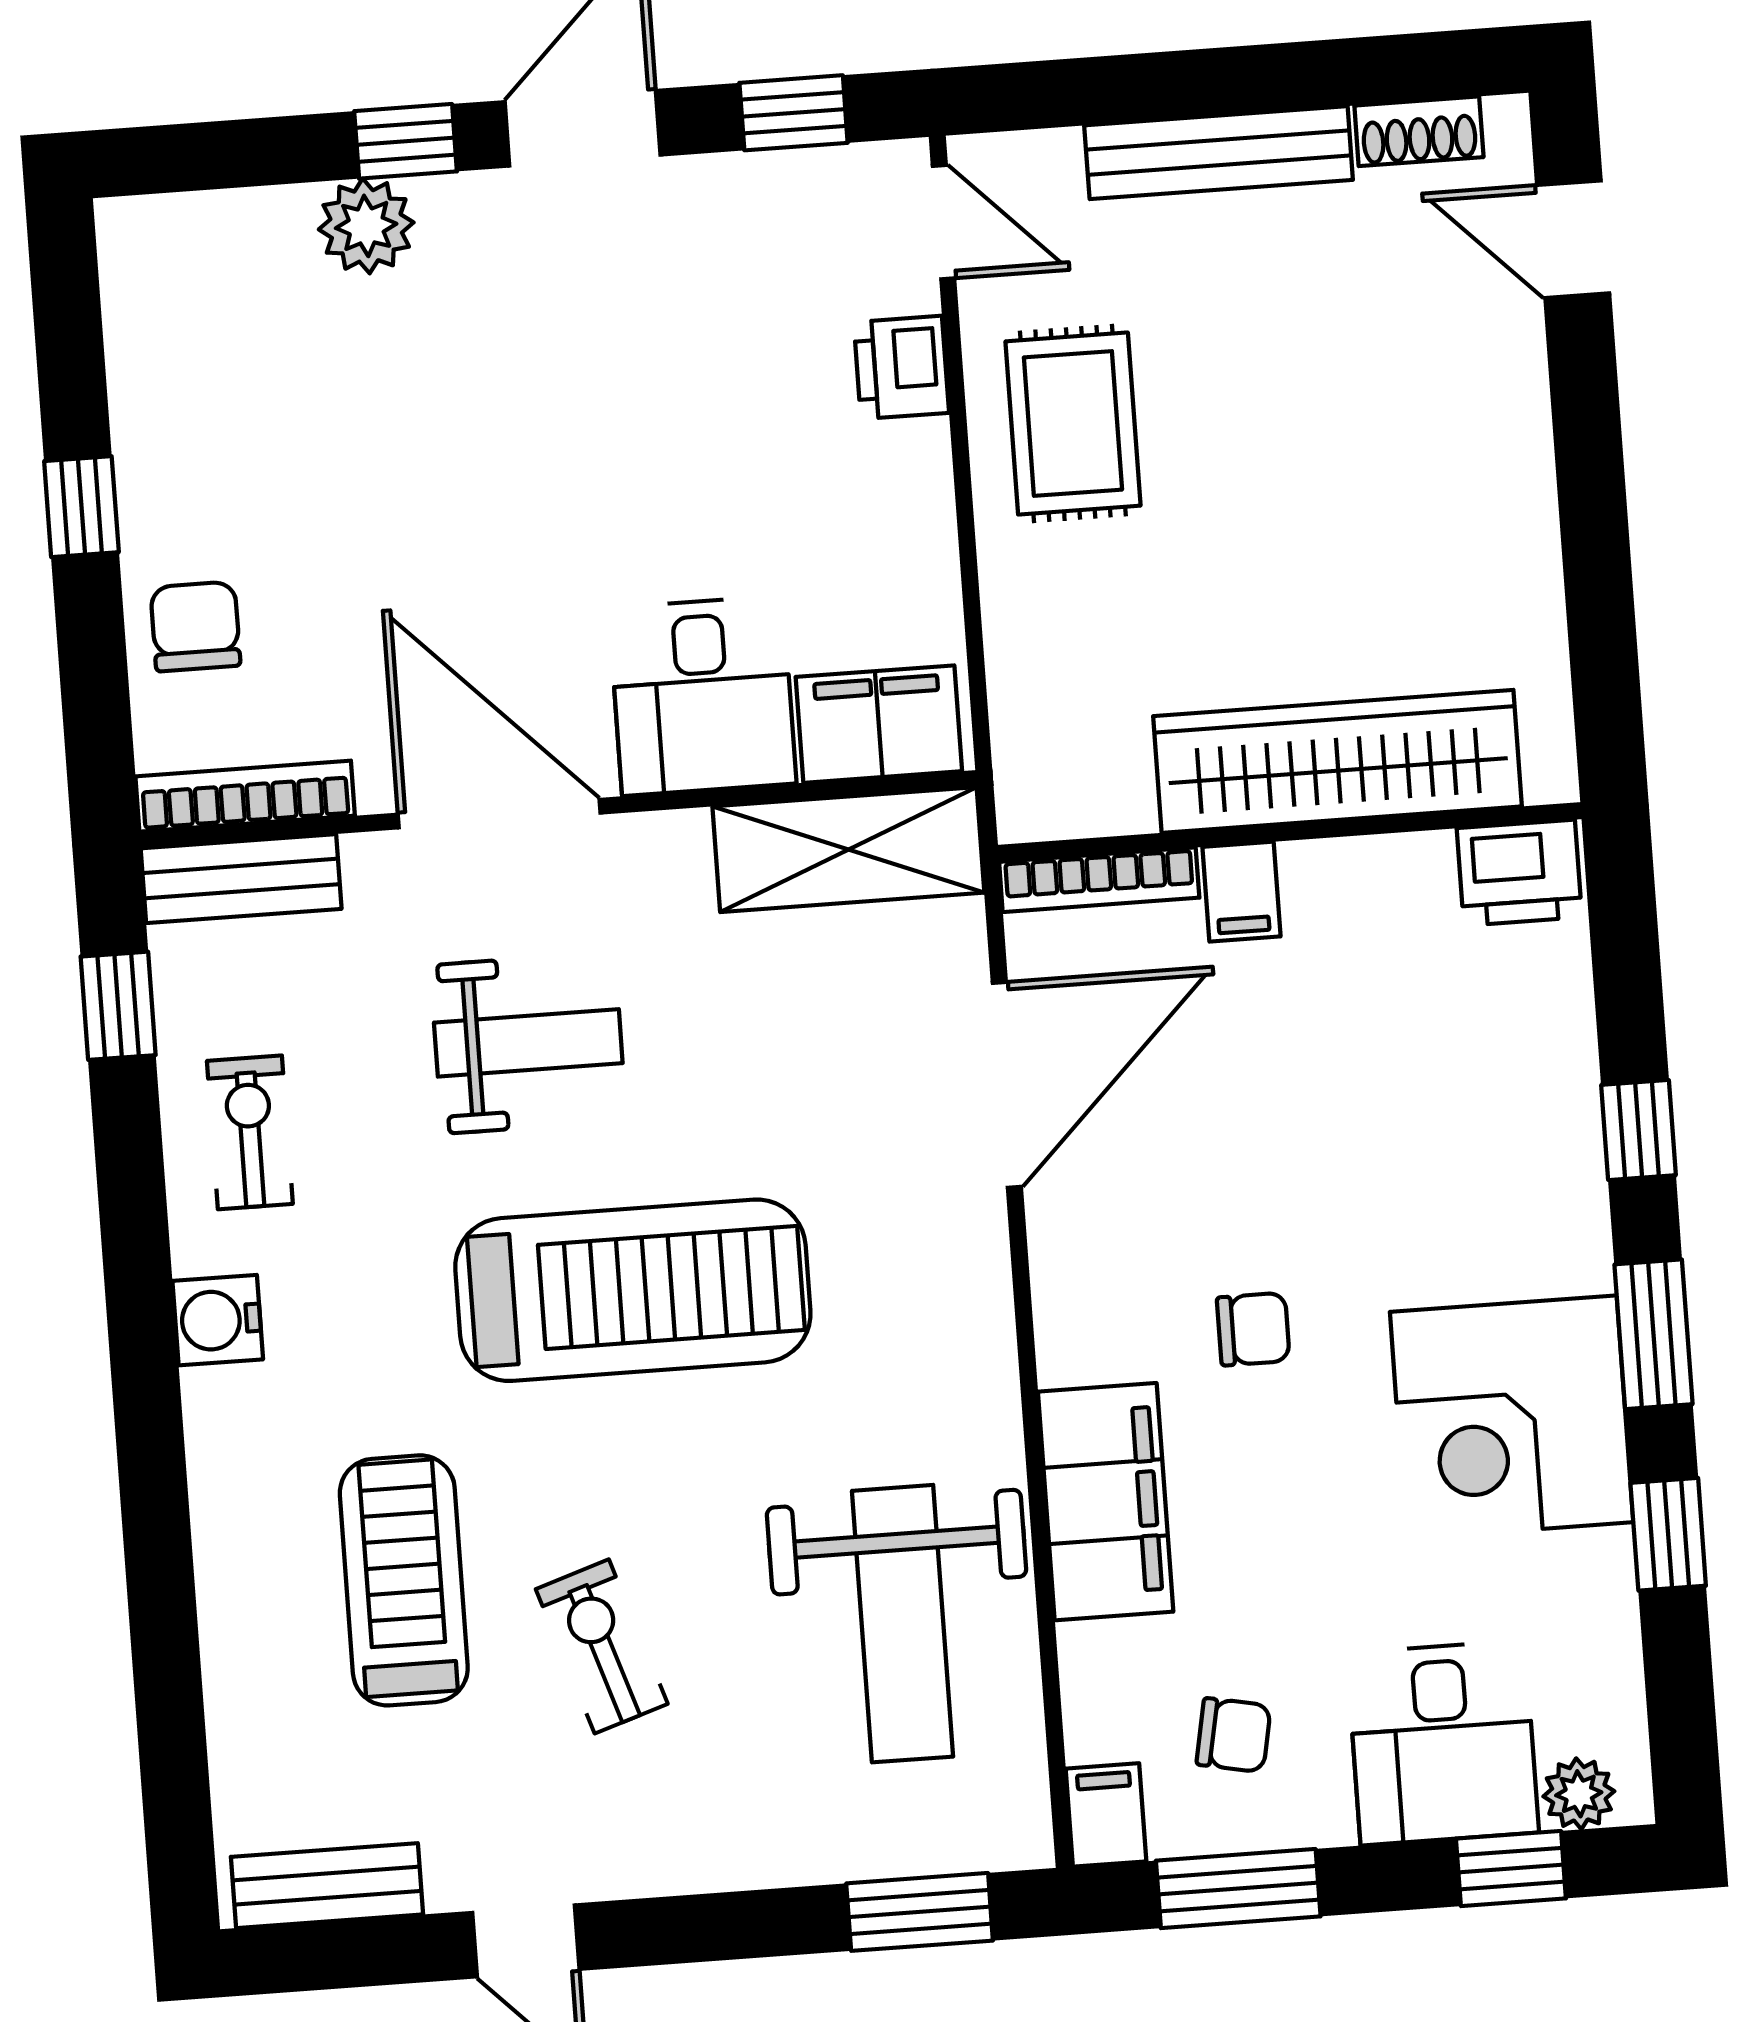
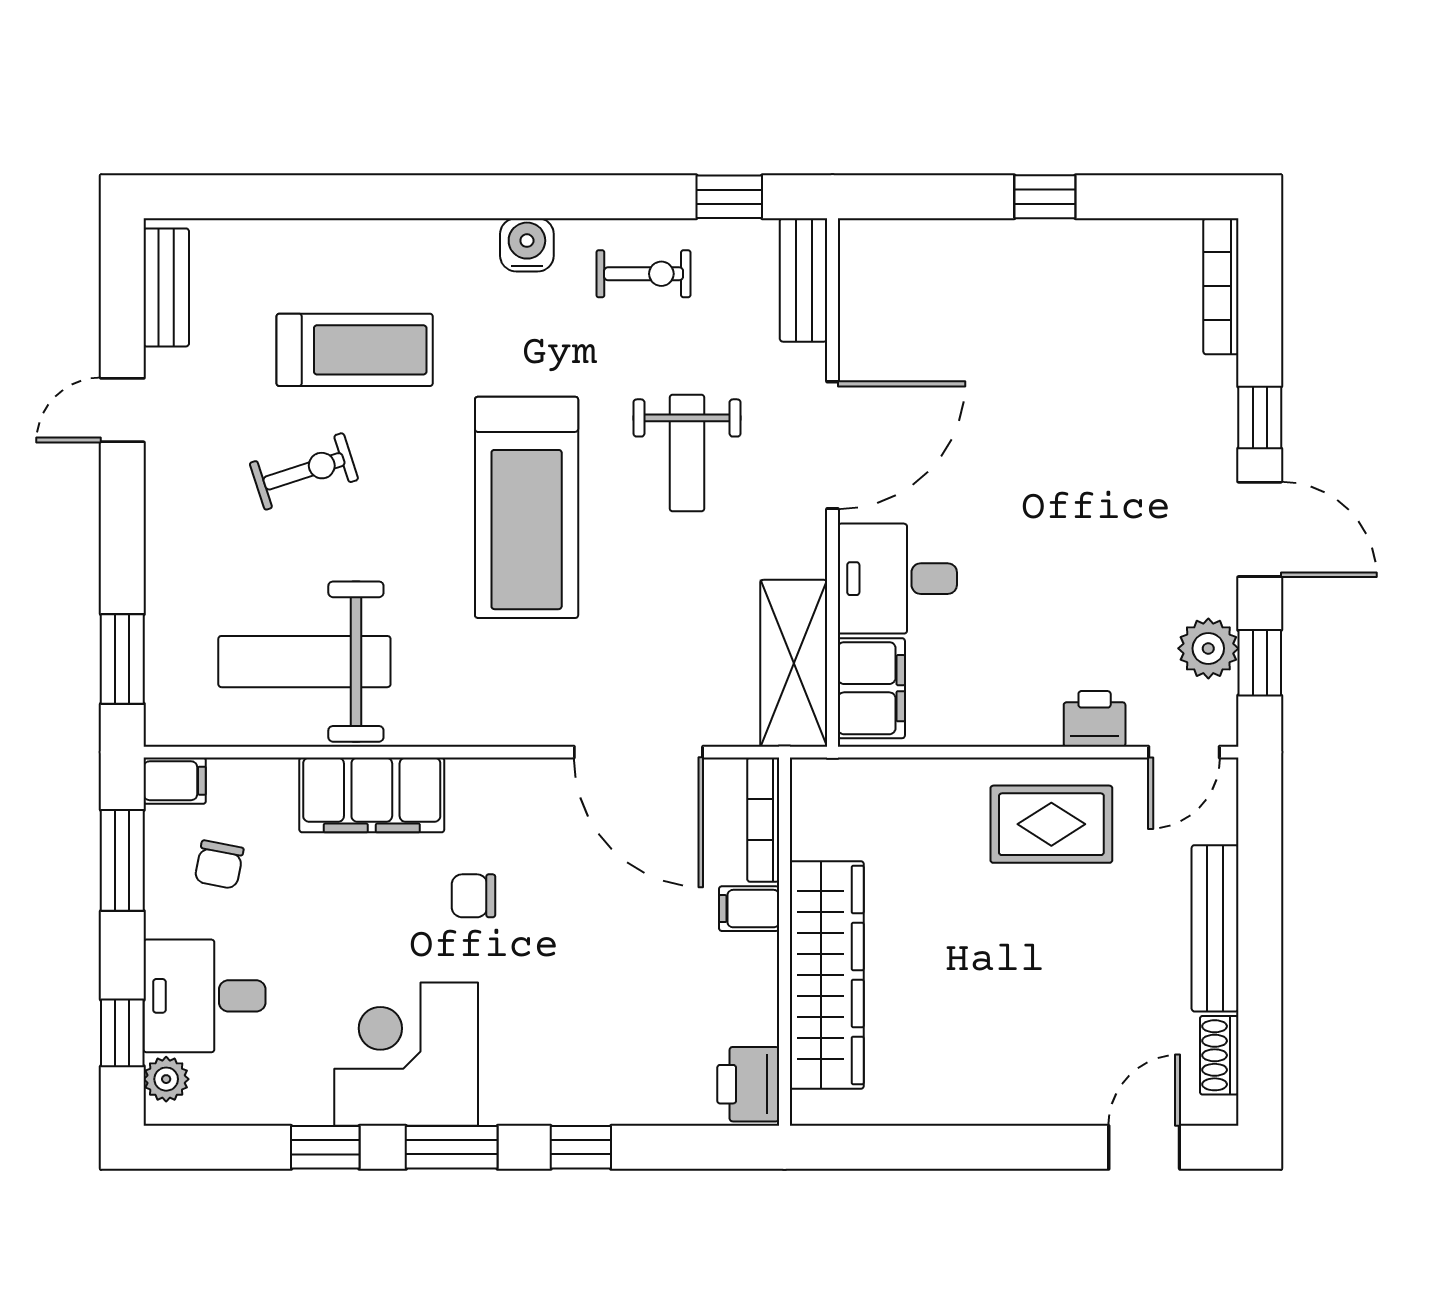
plant: (366, 226) -> (1208, 648), moved
chair: (195, 627) -> (964, 263), removed
bookcase: (245, 796) -> (1221, 286), moved, turned 180
chair: (1253, 1329) -> (473, 896), turned 90

